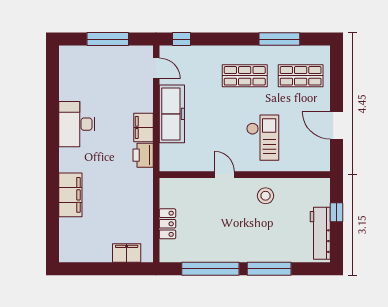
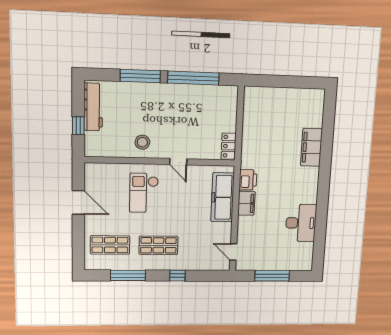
window: (181, 39) -> (177, 276), moved
freezer: (172, 114) -> (223, 197), moved
desk: (77, 124) -> (301, 223), moved
locker: (167, 224) -> (229, 146), moved
filing cabinet: (127, 253) -> (267, 95), removed

